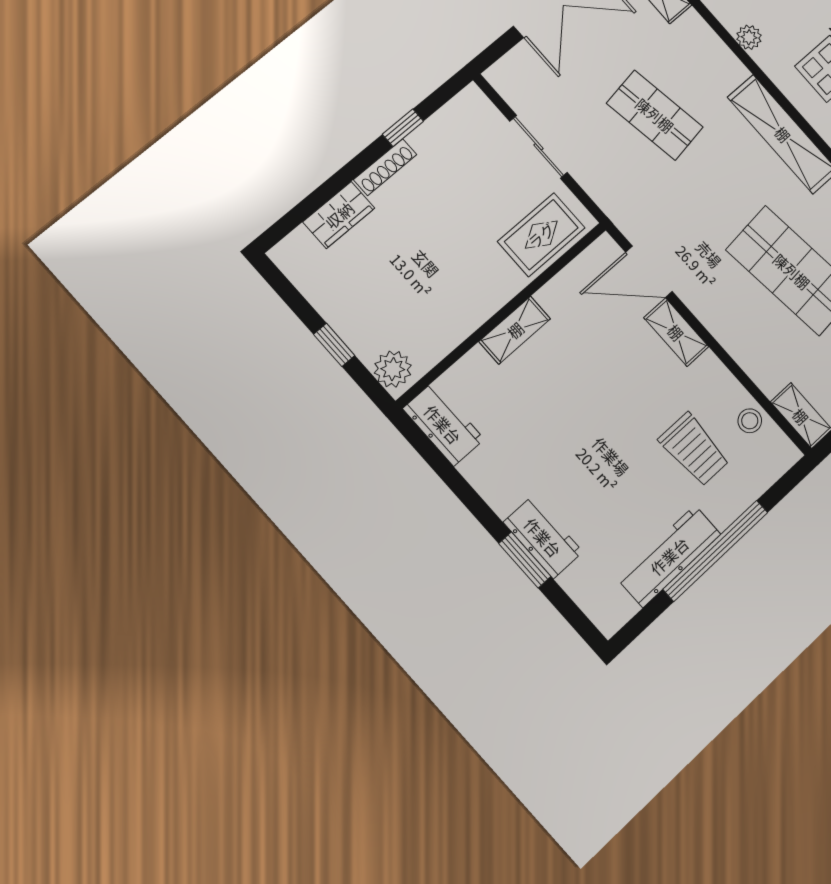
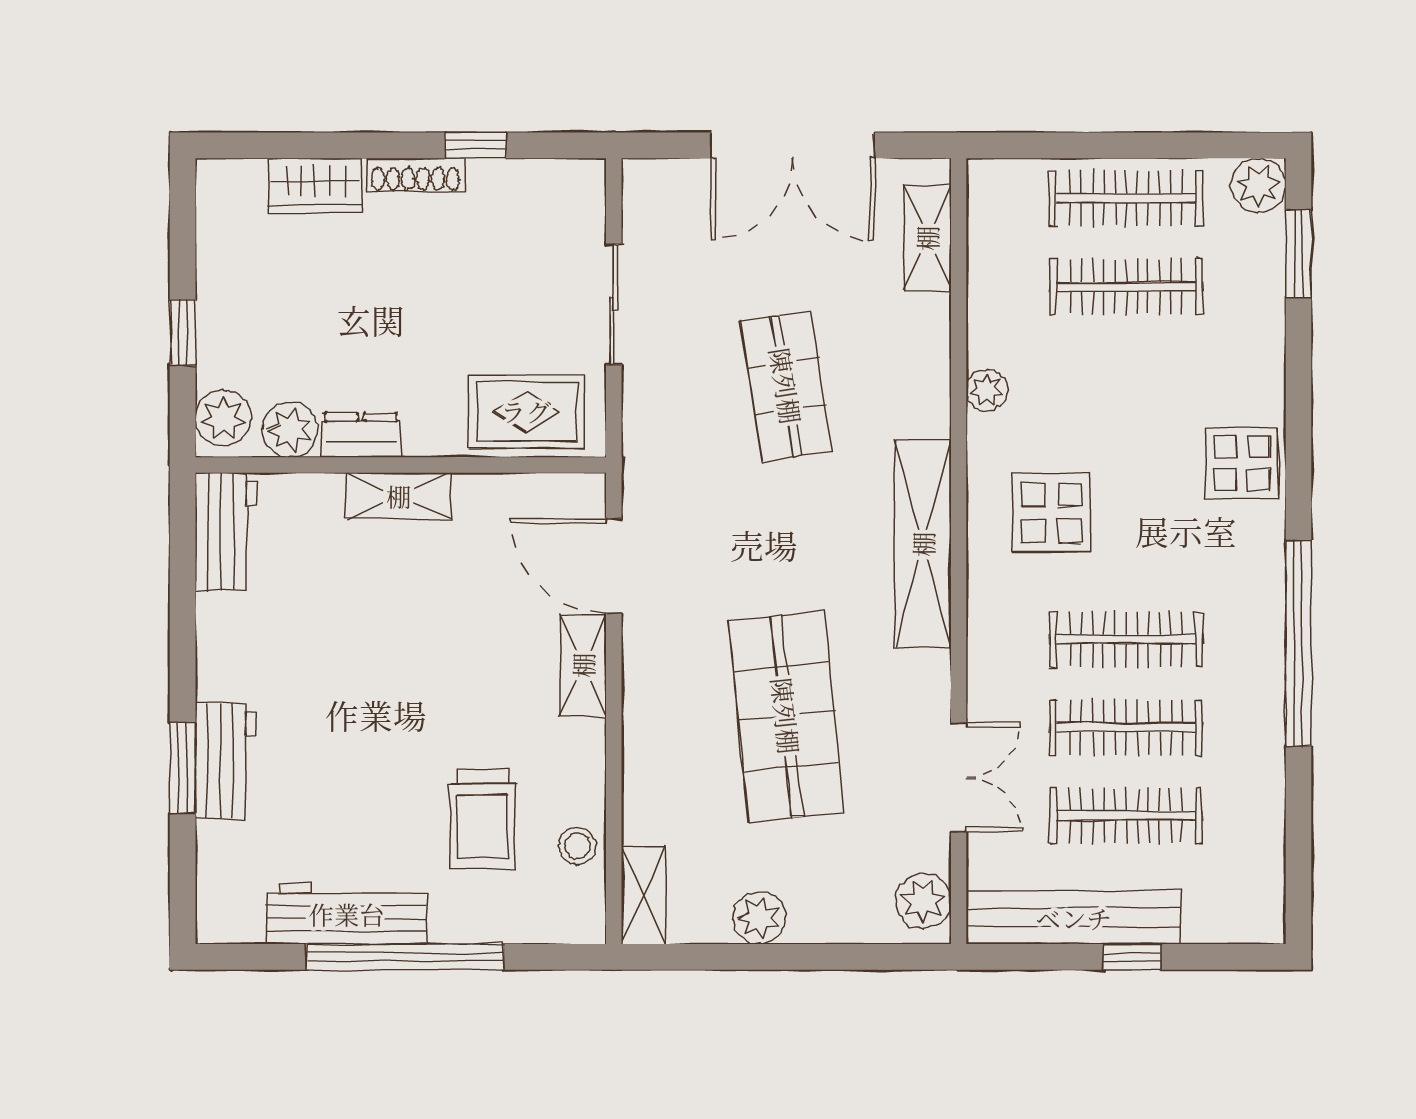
dresser: (470, 317) -> (361, 435), added
plant: (432, 345) -> (290, 430), added

